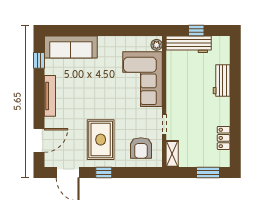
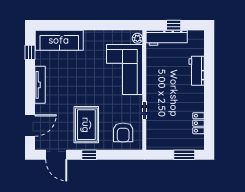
shelving: (172, 154) -> (152, 138), removed

